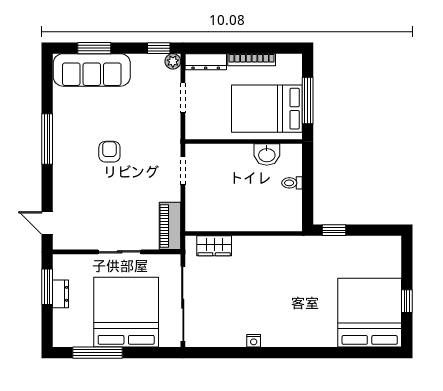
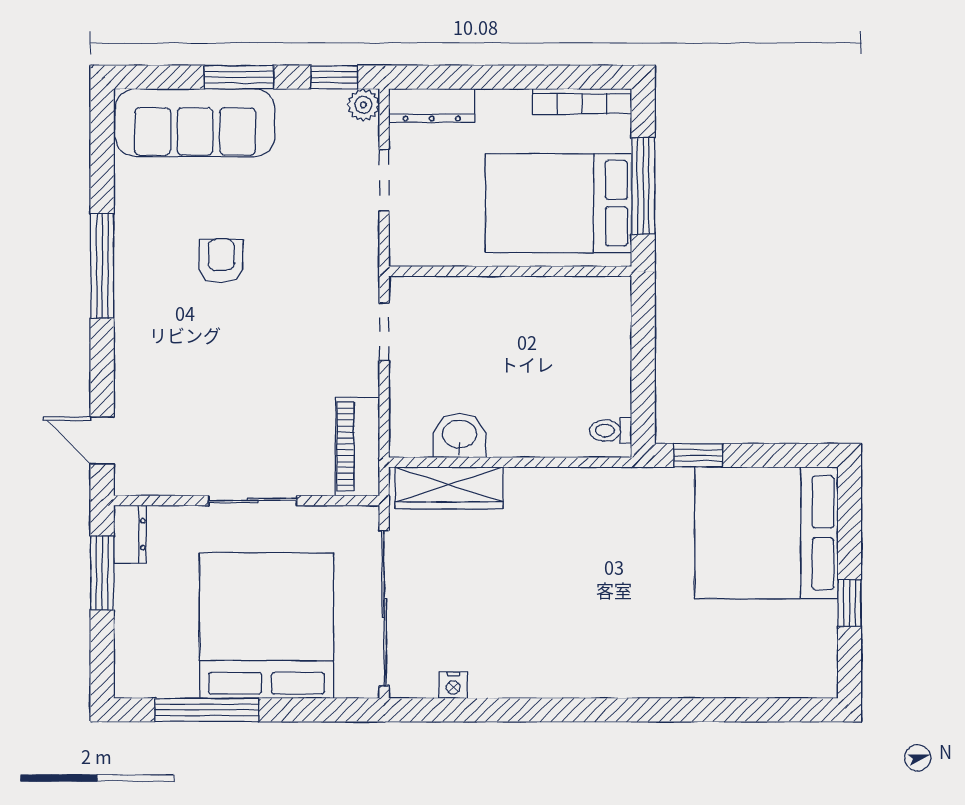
window: (94, 48) -> (239, 77), moved
bookcase: (252, 60) -> (582, 101), moved
armchair: (109, 152) -> (221, 261), moved
washbasin: (267, 155) -> (459, 435), moved, turned 180
toilet: (292, 183) -> (611, 431), moved
wardrobe: (214, 246) -> (449, 488), width x1.50
dresser: (60, 294) -> (130, 534), moved
bed: (370, 313) -> (766, 533), moved, turned -90
nightstand: (254, 341) -> (453, 685), moved

